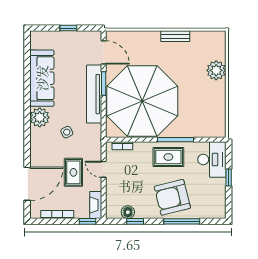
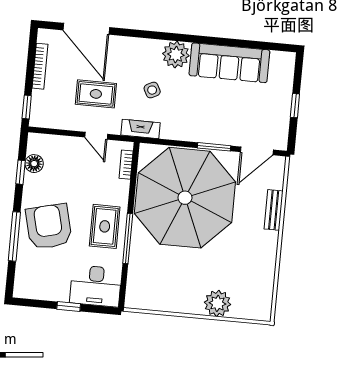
bench: (175, 36) -> (274, 210), moved
tv unit: (94, 94) -> (201, 132), removed
door: (104, 169) -> (96, 136), swing flipped
fireplace: (96, 205) -> (140, 129), moved

